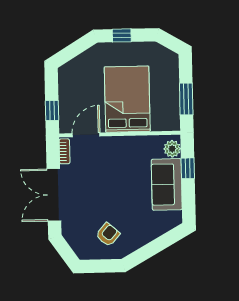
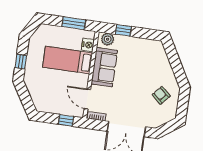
bed: (127, 99) -> (68, 60), width x0.67
nightstand: (160, 123) -> (88, 45), added
sofa: (167, 184) -> (104, 67), moved, turned -90

